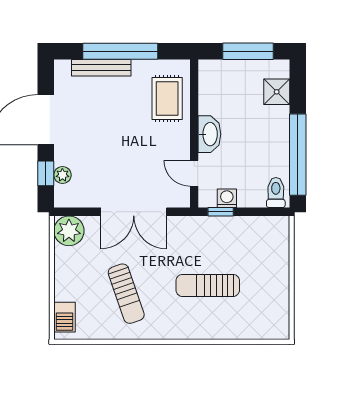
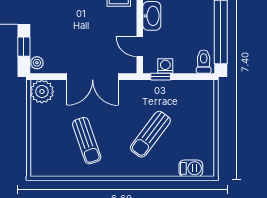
plant: (62, 175) -> (37, 63), moved
sun lounger: (208, 285) -> (150, 134), turned -53
barbecue: (65, 317) -> (191, 168), moved, turned -90

